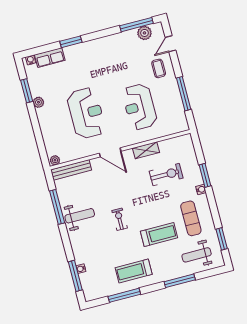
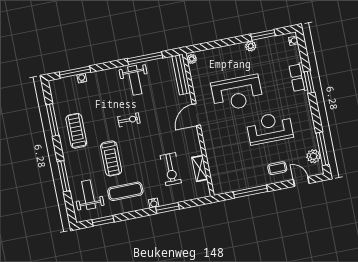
row of seats: (50, 58) -> (298, 77), moved
reception desk: (140, 107) -> (270, 128), moved
shelving: (146, 150) -> (200, 168), moved

